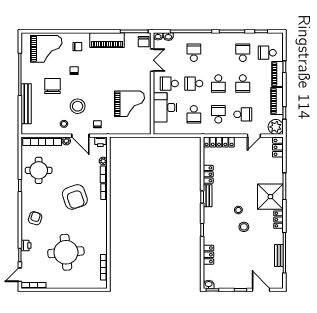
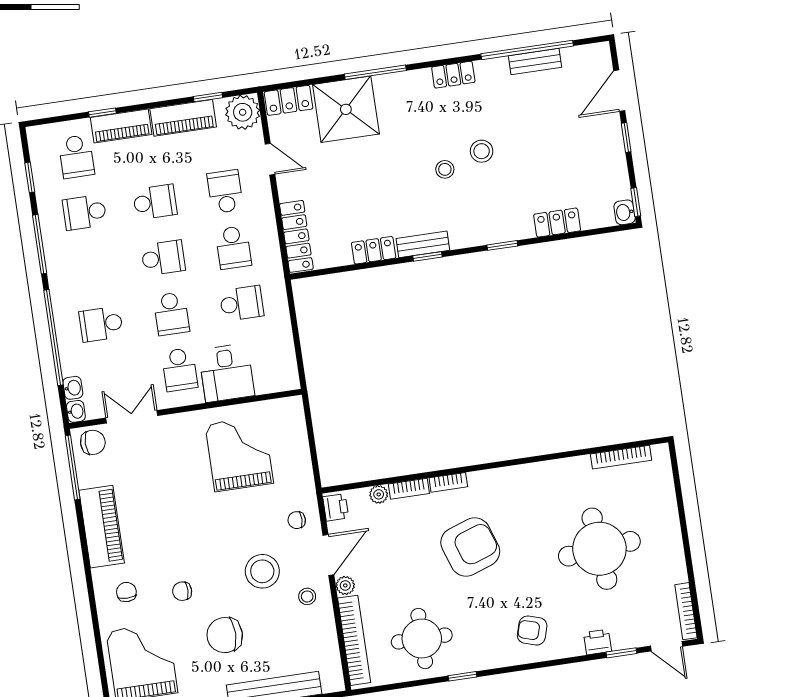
desk: (165, 107) -> (227, 373), width x0.73
school desk: (218, 114) -> (233, 247), turned -90
shower: (270, 197) -> (346, 109), moved

